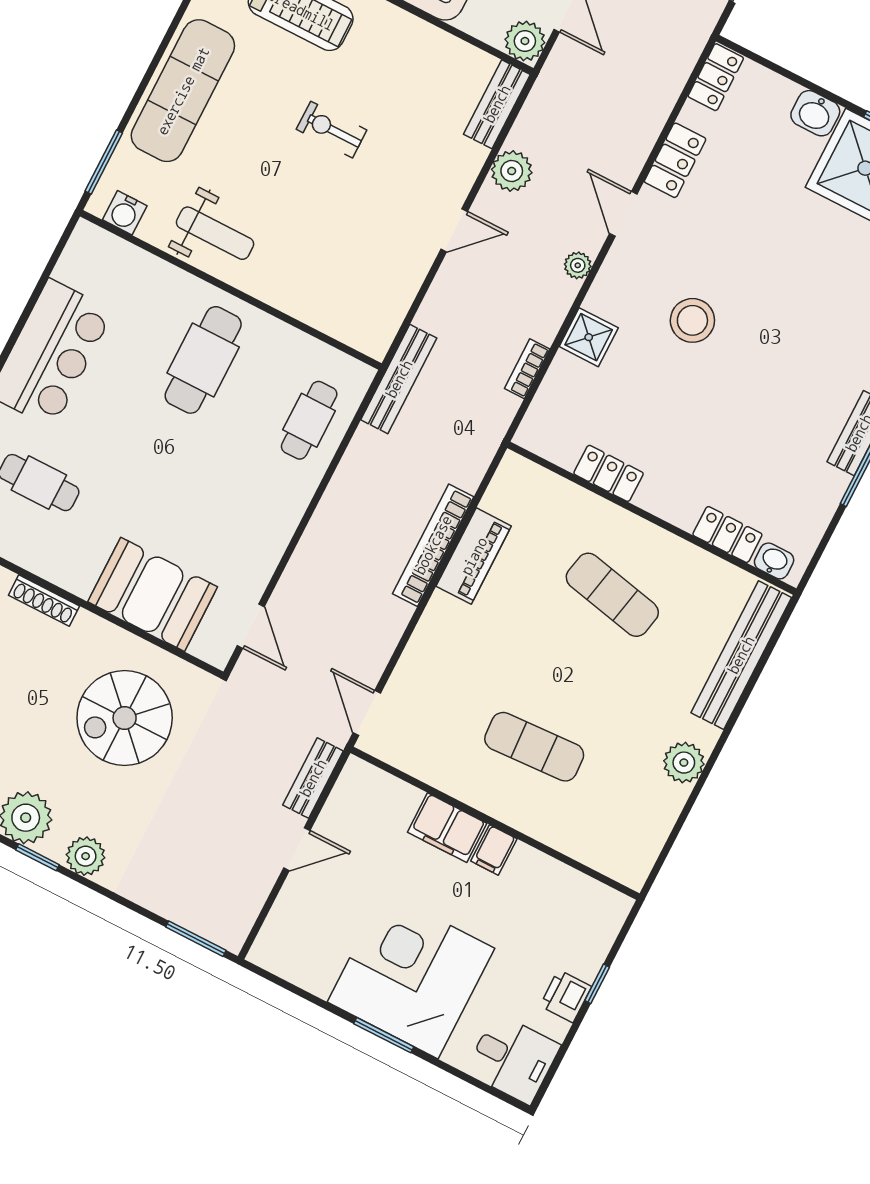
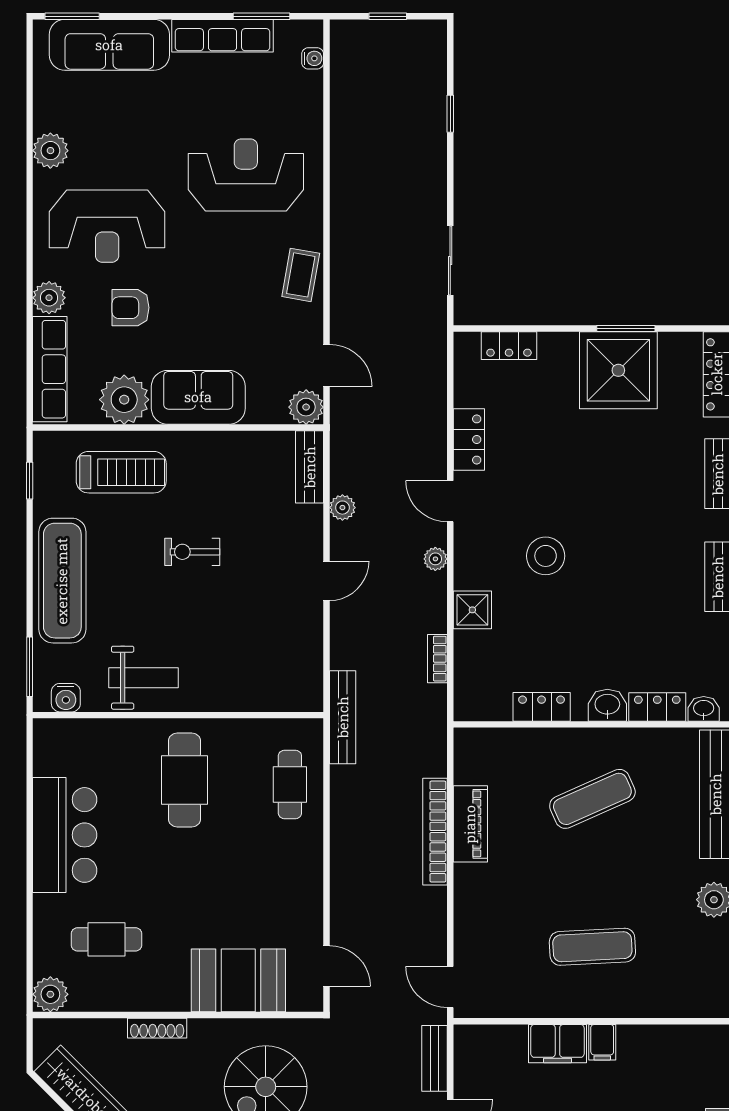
locker: (716, 77) -> (509, 346), moved, turned 90
washbasin: (815, 113) -> (607, 705), moved, turned 180
plant: (512, 171) -> (342, 508), width x0.73, depth x0.73
exercise mat: (612, 595) -> (592, 799), turned -36

